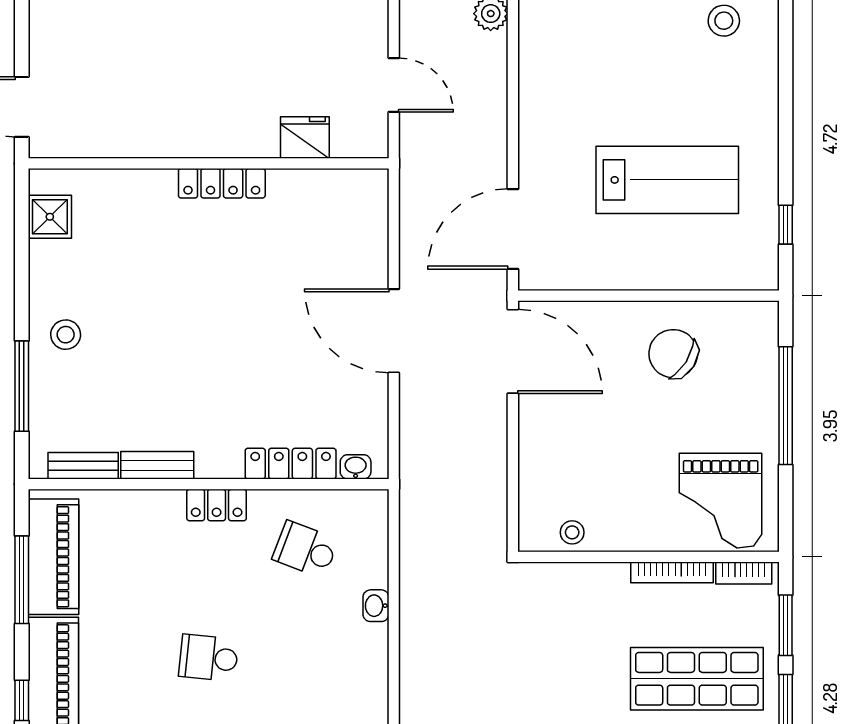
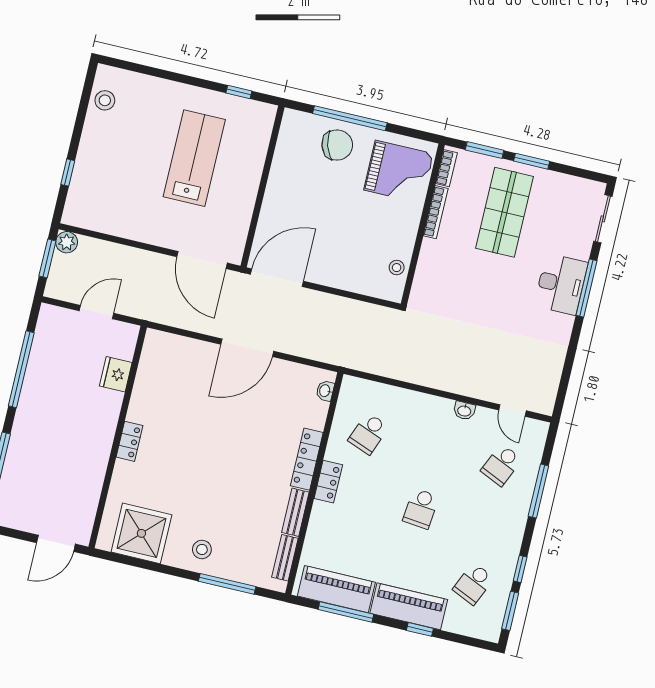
locker: (222, 183) -> (130, 441), width x0.66
shower: (50, 217) -> (141, 533), width x1.86, depth x1.86
chair: (673, 354) -> (337, 145), moved, turned -139
locker: (291, 464) -> (307, 459), moved
washbasin: (376, 606) -> (464, 411), moved

